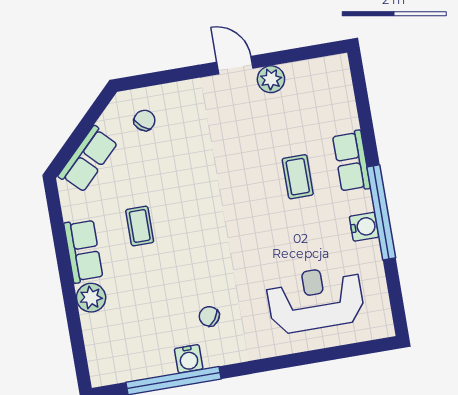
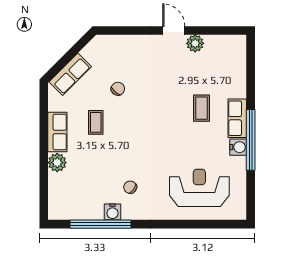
chair: (144, 120) -> (118, 89), moved
row of seats: (351, 161) -> (237, 118), moved

